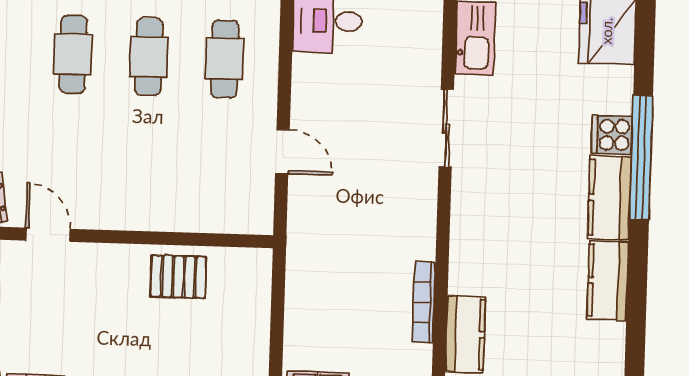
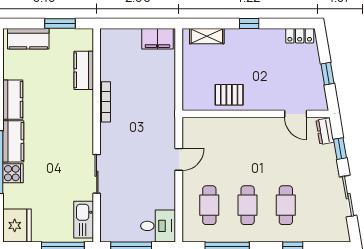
door: (282, 152) -> (179, 159), swing flipped
bookcase: (424, 302) -> (105, 102), moved

